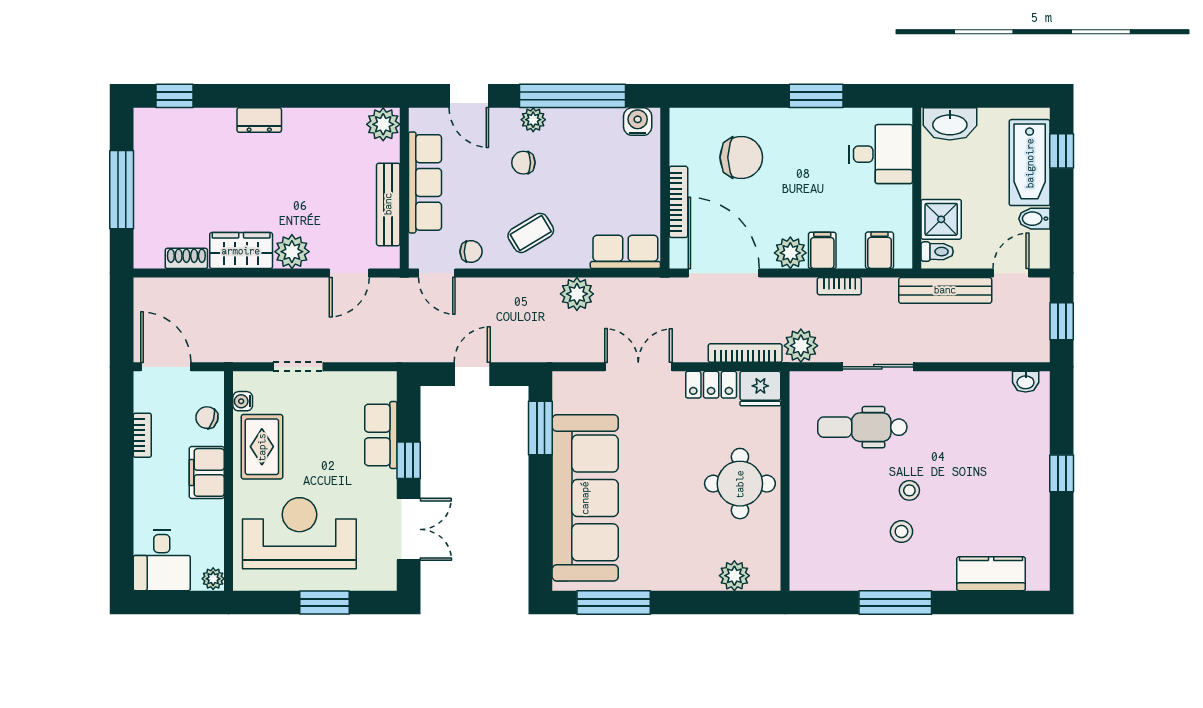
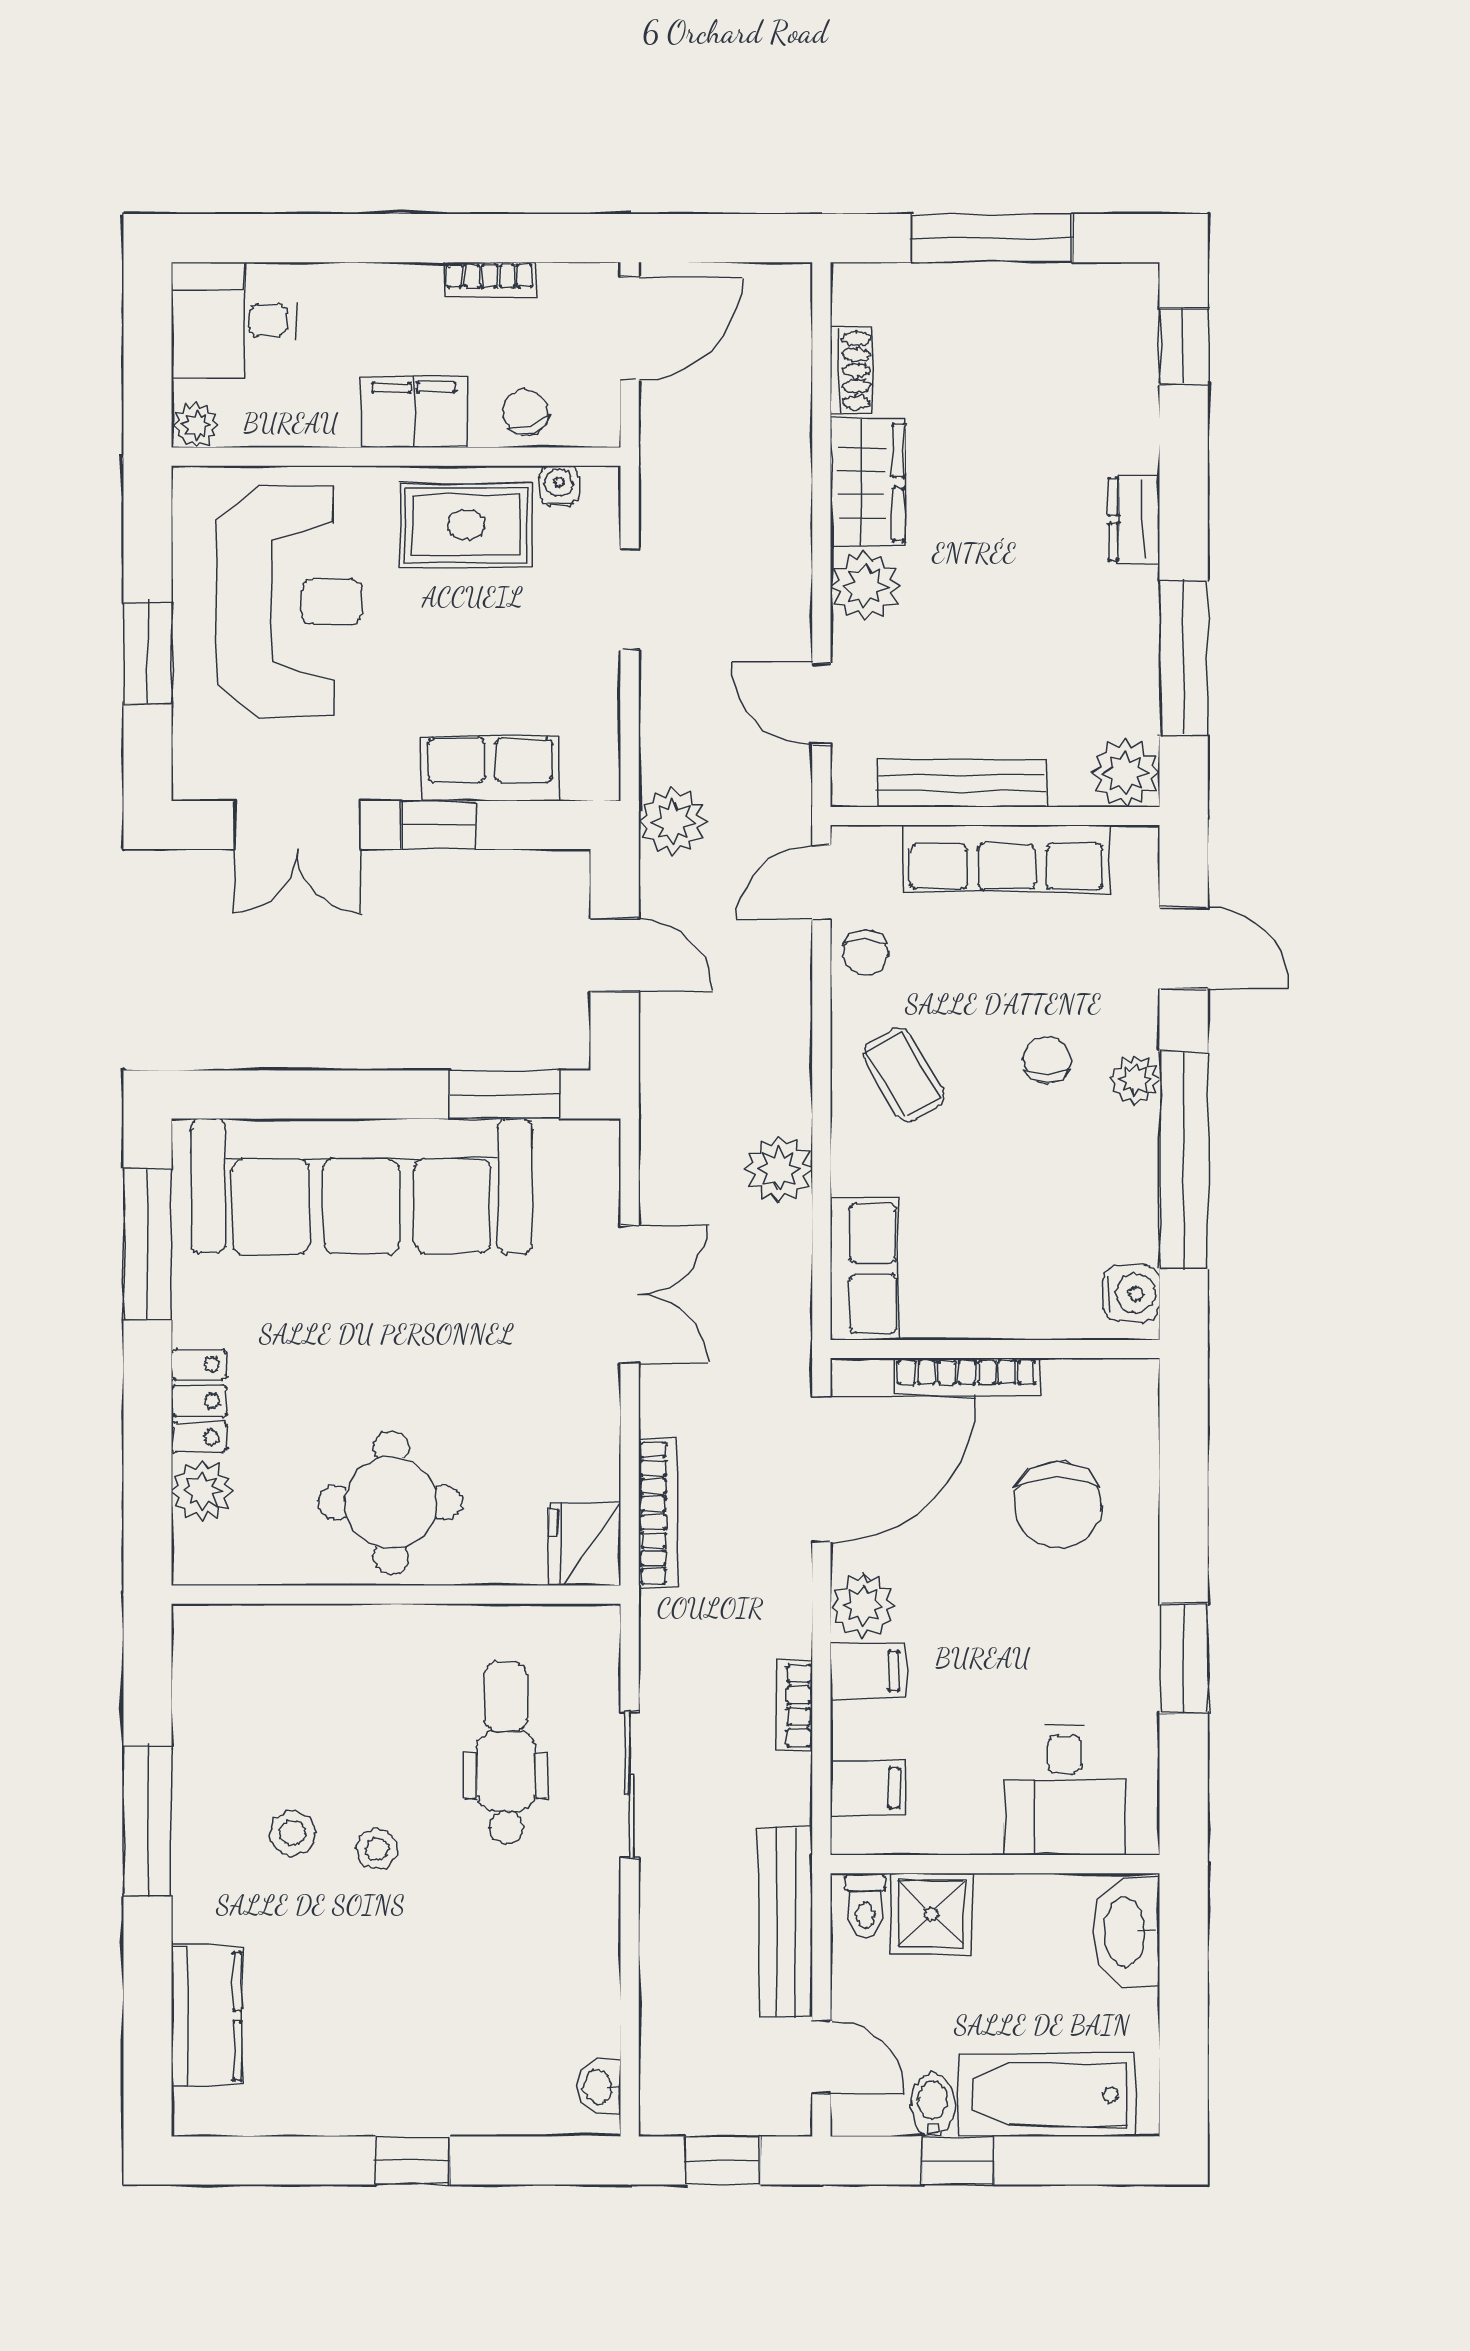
window: (327, 96) -> (1184, 658), added
door: (469, 96) -> (1184, 948), swing flipped
window: (1062, 151) -> (958, 2160), moved
plant: (801, 346) -> (673, 822), moved
locker: (711, 385) -> (199, 1401), moved, turned 180
chair: (207, 418) -> (526, 412), turned -37

